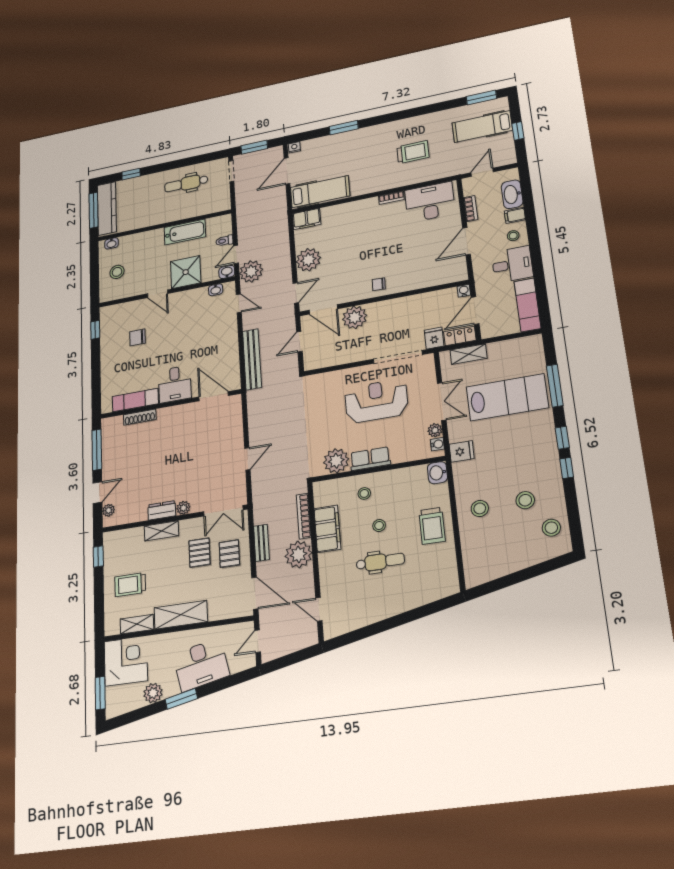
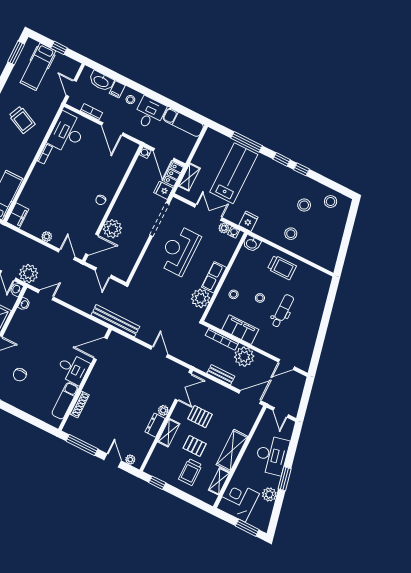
trolley: (413, 152) -> (22, 120), turned 115
plant: (308, 260) -> (47, 236), width x0.53, depth x0.53
bench: (252, 359) -> (115, 321), moved
pallet: (229, 554) -> (195, 446), moved

